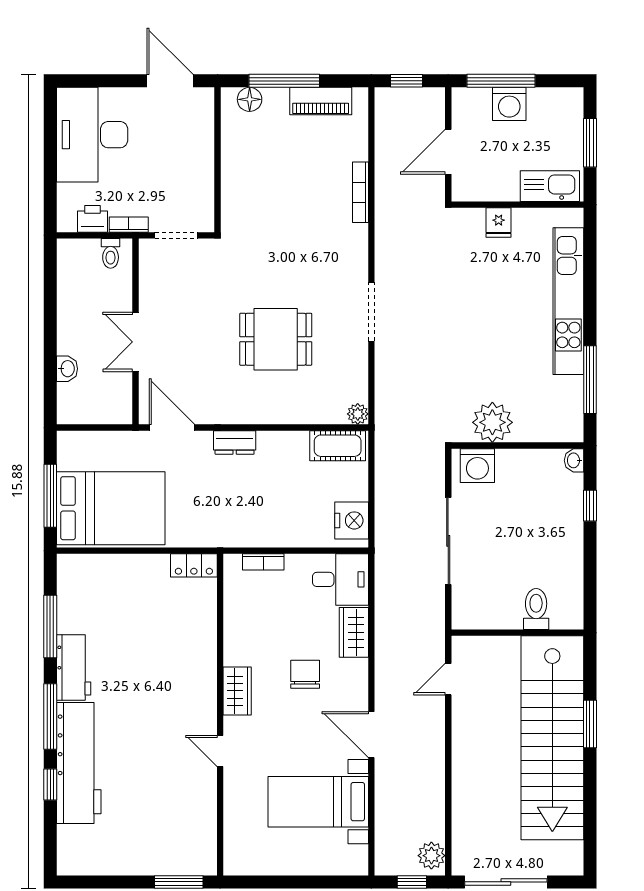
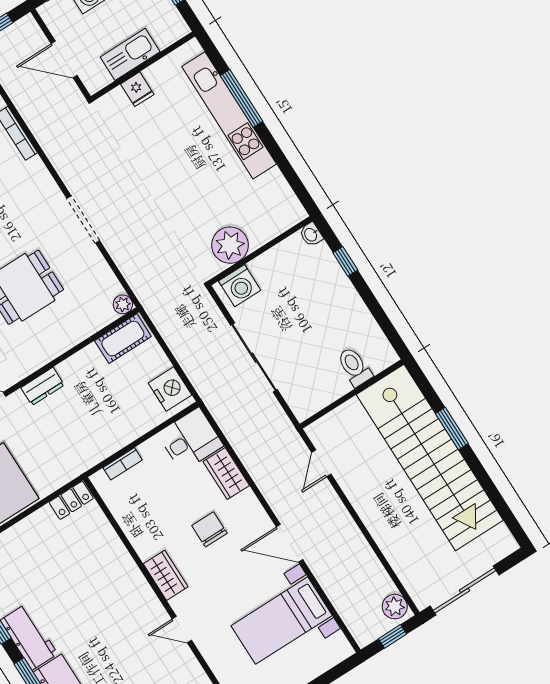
door: (448, 152) -> (64, 60), hinge flipped
kitchen sink: (550, 186) -> (130, 54), moved
window: (590, 380) -> (241, 98), moved

